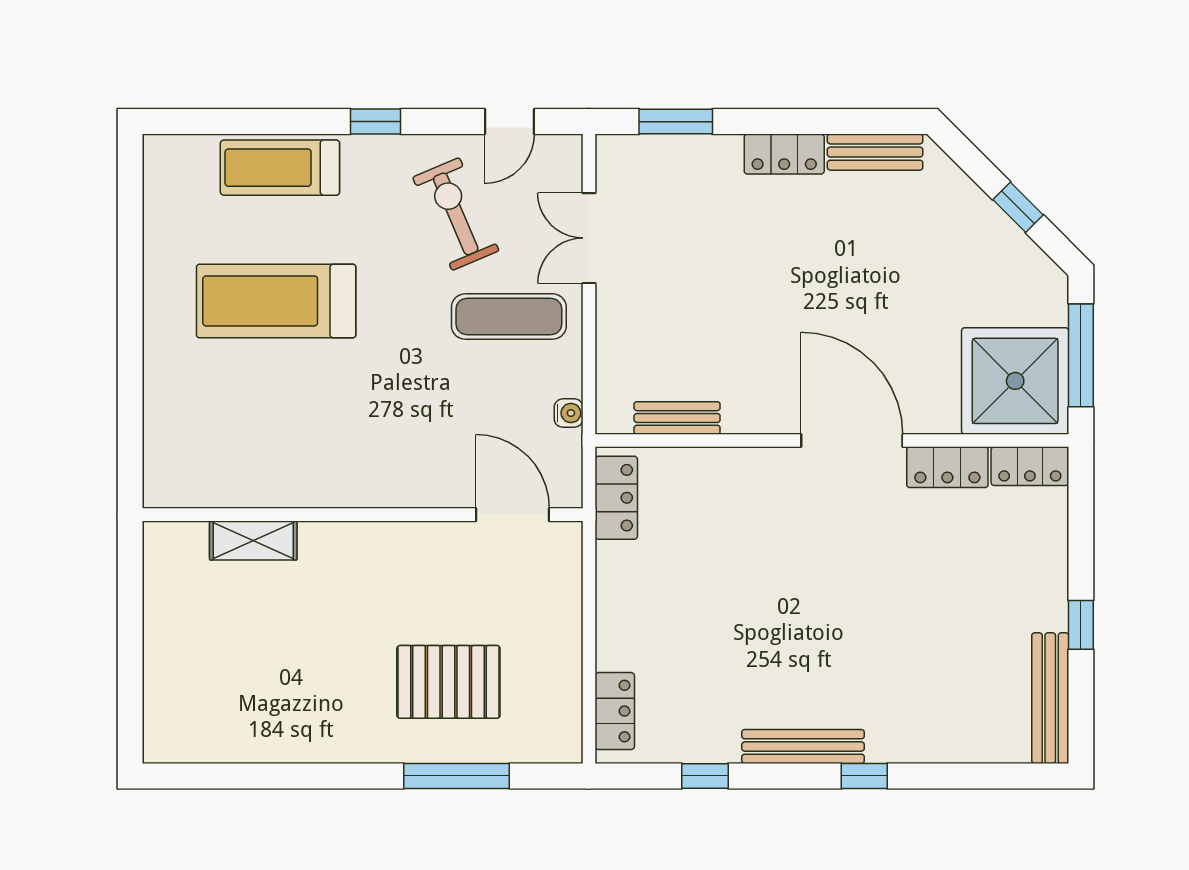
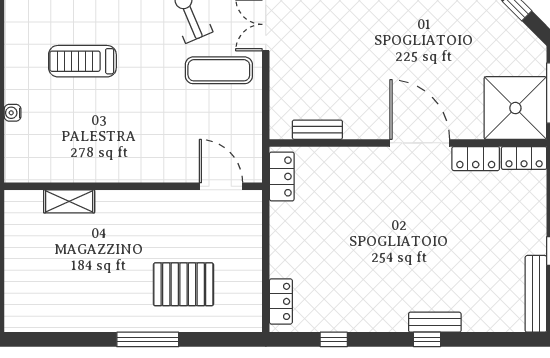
treadmill: (276, 301) -> (82, 61), width x0.73, depth x0.73
water cooler: (569, 413) -> (13, 113), moved, turned 180
bench: (803, 746) -> (435, 322), moved, width x0.73
window: (457, 776) -> (148, 339), moved

